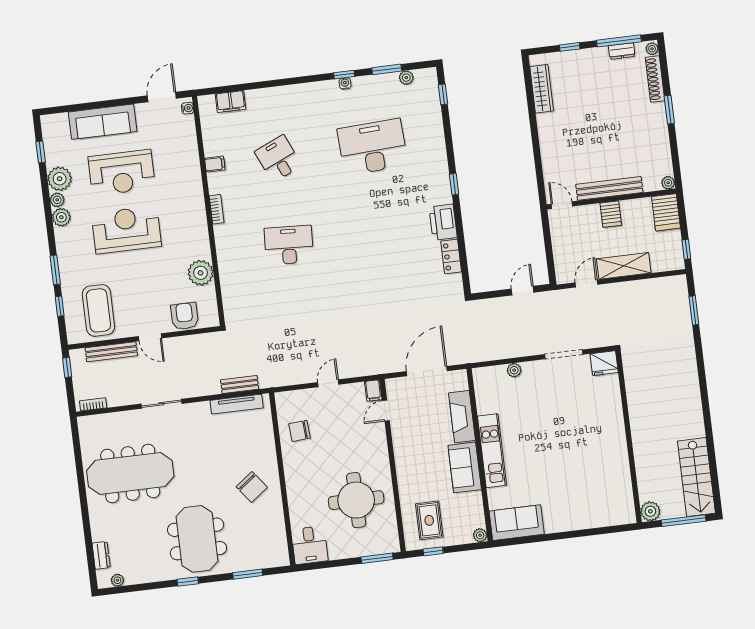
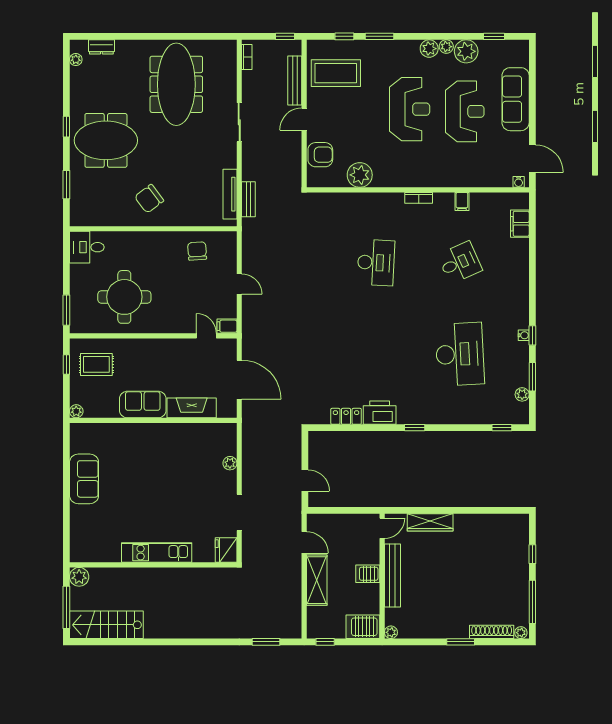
dresser: (622, 51) -> (522, 603), removed
wardrobe: (542, 89) -> (430, 522), moved
reception desk: (122, 173) -> (465, 111), turned 180
kitchen unit: (492, 451) -> (157, 553), moved, turned 180
sofa: (517, 523) -> (84, 479), moved

